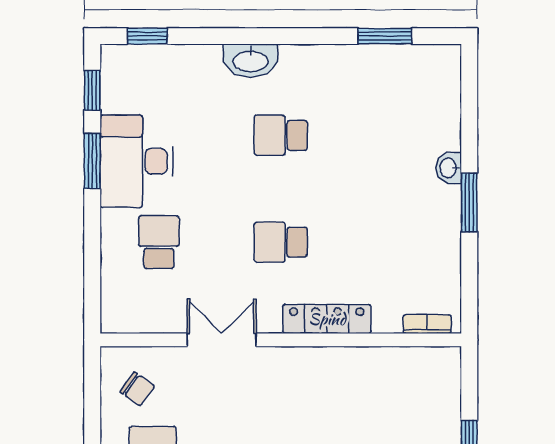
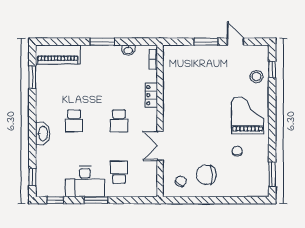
piano: (438, 97) -> (58, 55), added
window: (92, 161) -> (96, 200), moved
washbasin: (449, 168) -> (128, 50), moved
school desk: (159, 242) -> (119, 172), turned 90
locker: (327, 319) -> (151, 95), width x0.66

